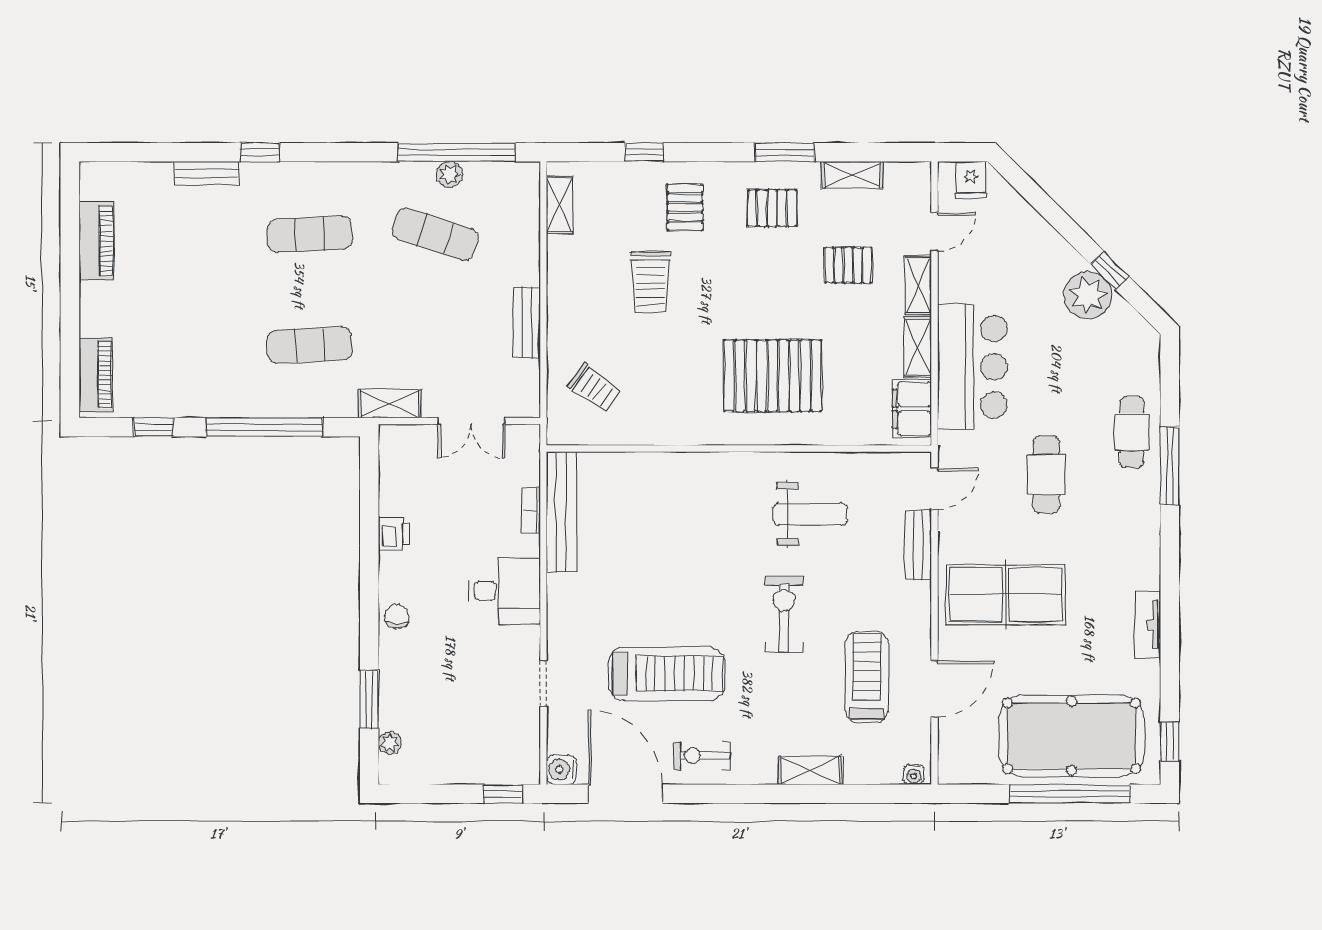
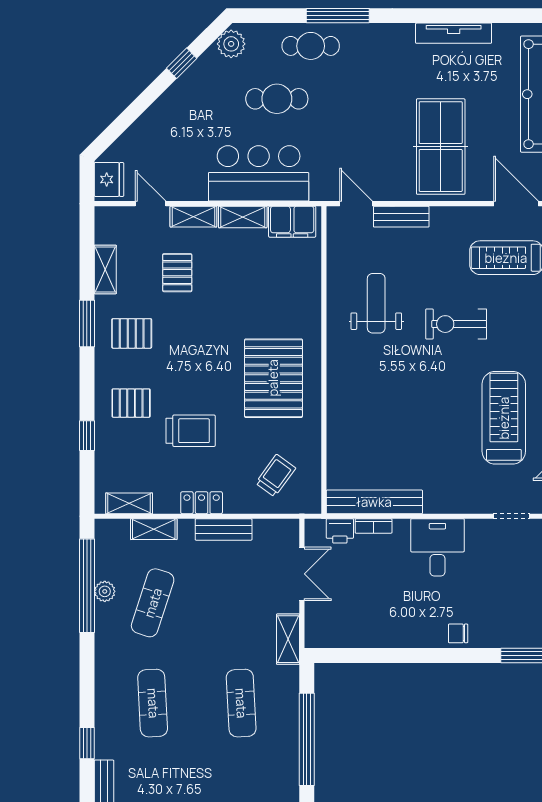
fridge: (971, 180) -> (109, 179), width x1.38
pallet: (772, 208) -> (132, 333), turned 90
shelving: (527, 236) -> (154, 529), added
plant: (1088, 295) -> (231, 44), moved, width x0.73, depth x0.73
locker: (560, 296) -> (202, 503), added
pallet: (773, 376) -> (273, 378), moved
cafe table: (1046, 474) -> (277, 99), moved
printer: (394, 533) -> (340, 531), moved, turned 180
tv unit: (1148, 625) -> (454, 33), width x1.41

